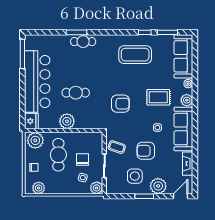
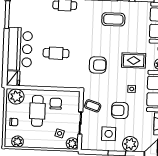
coffee table: (135, 55) -> (113, 19), width x0.73, depth x0.76
bar counter: (37, 81) -> (20, 49), width x0.73
plant: (67, 121) -> (47, 80), removed
chair: (83, 159) -> (56, 104), moved

